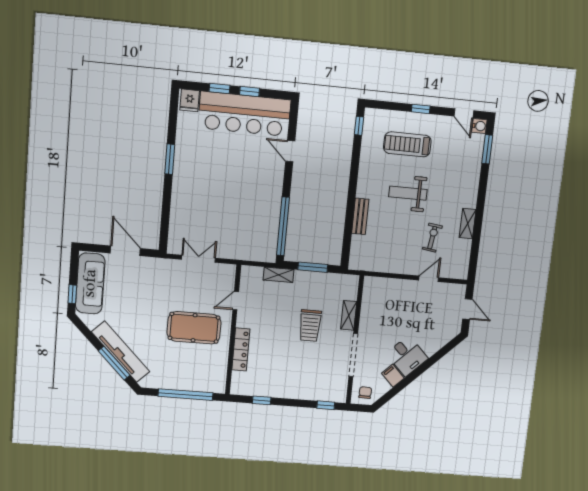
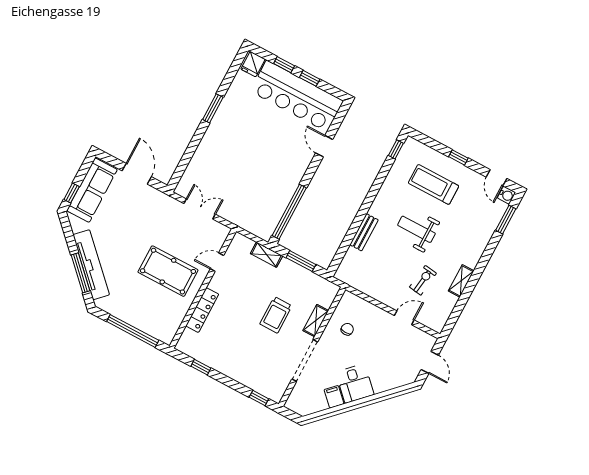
chair: (365, 393) -> (347, 329), moved

